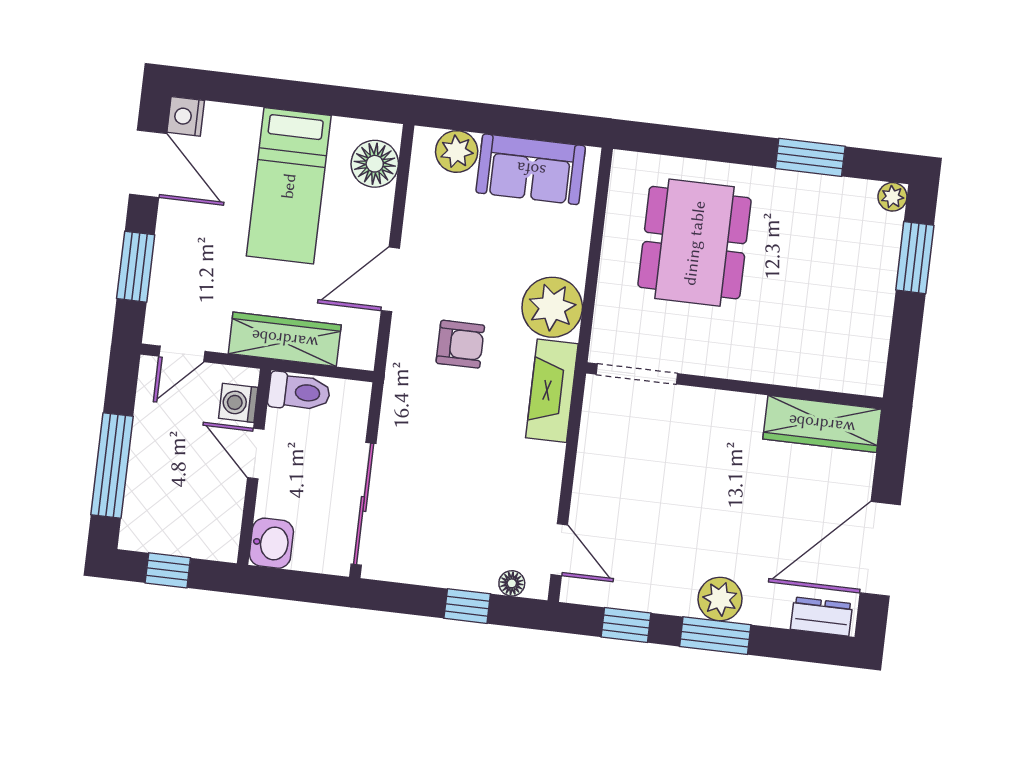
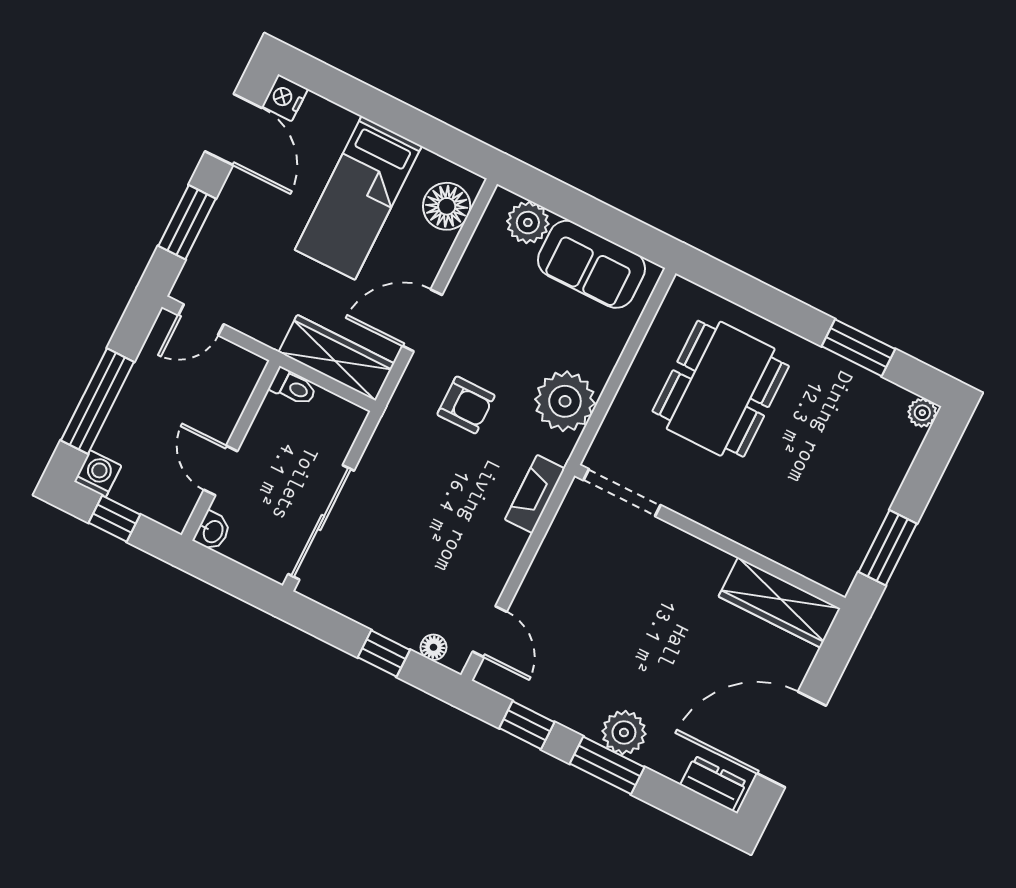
window: (915, 258) -> (888, 548), moved
wardrobe: (285, 339) -> (336, 358), moved
fireplace: (552, 391) -> (535, 494), width x0.73, depth x0.76
toilet: (299, 392) -> (293, 387), width x0.73, depth x0.72
washing machine: (238, 403) -> (98, 474), moved, turned 90
door: (256, 454) -> (221, 471), moved
washbasin: (271, 543) -> (212, 531), width x0.72, depth x0.69

